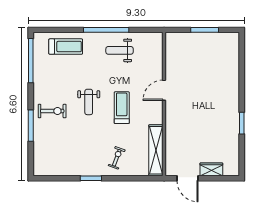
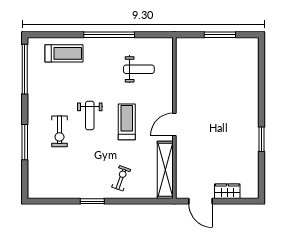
weight bench: (120, 50) -> (139, 69), moved, turned 180
door: (164, 90) -> (174, 124), moved
exercise bike: (52, 111) -> (59, 131), moved, turned 90

